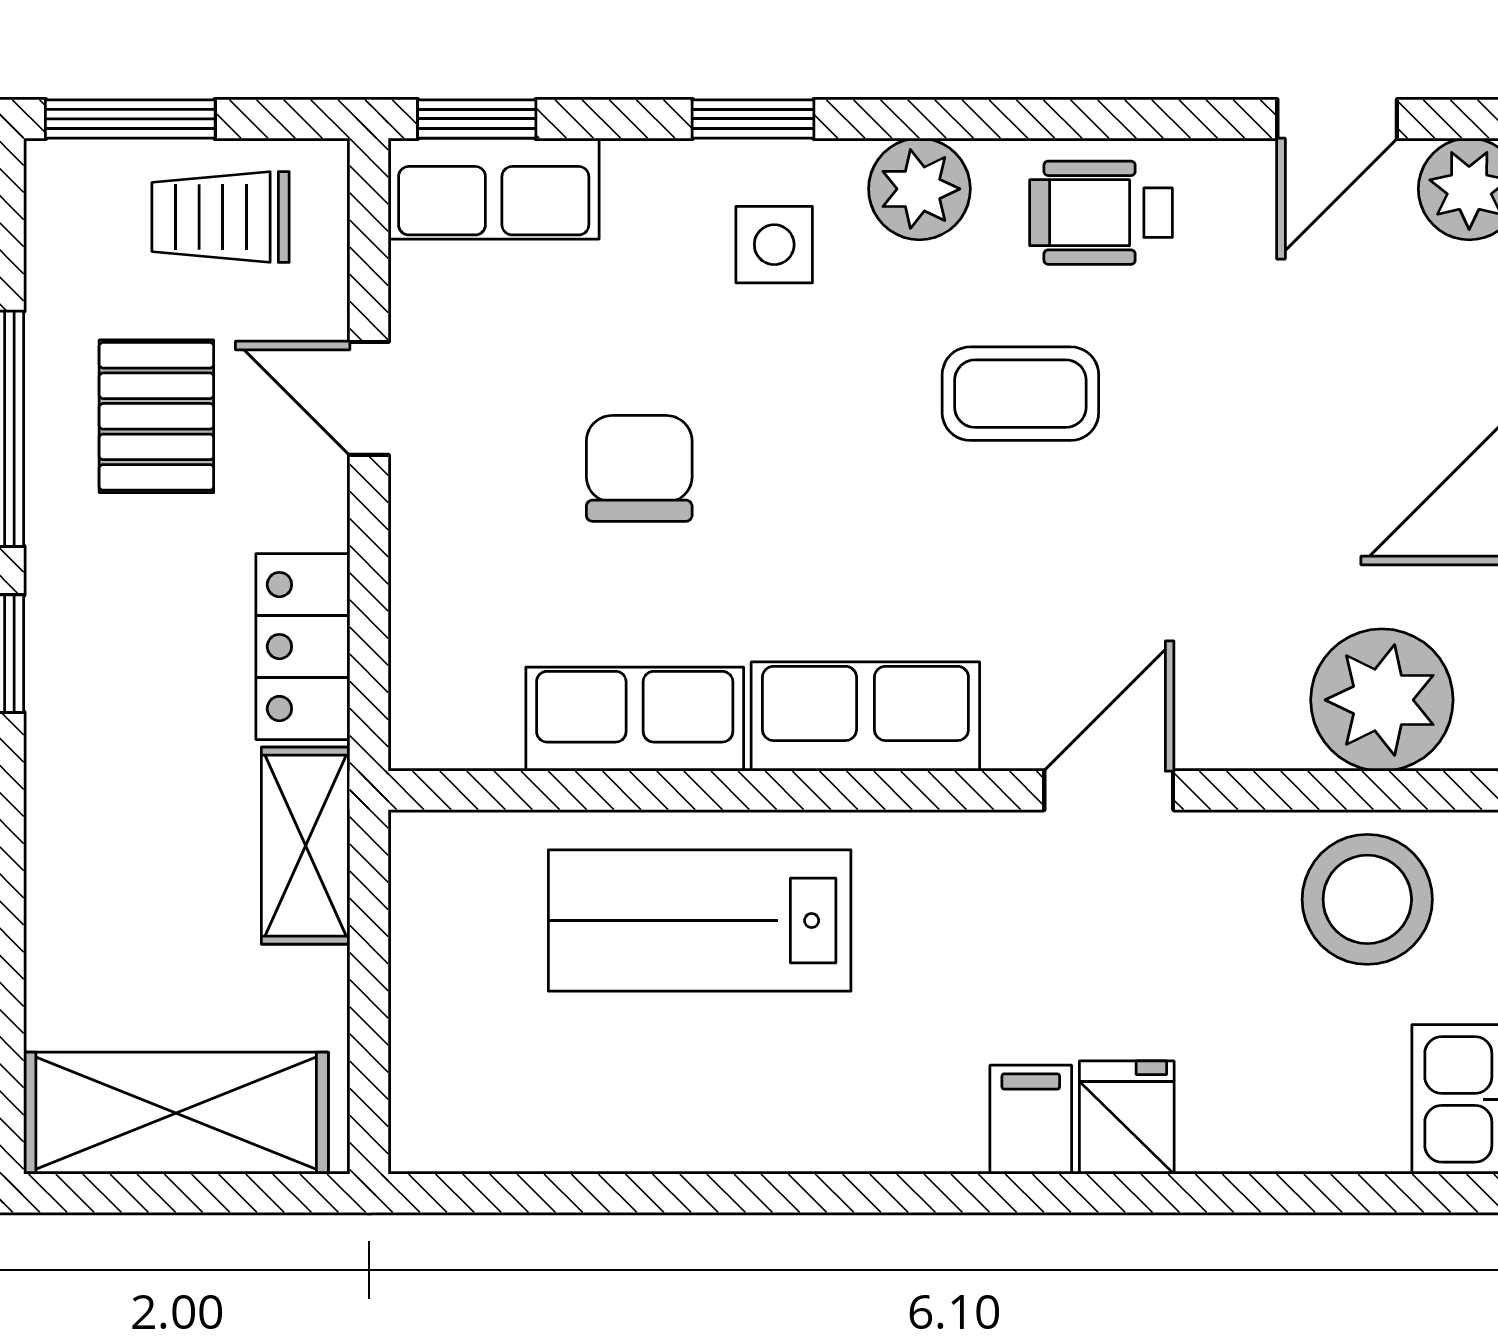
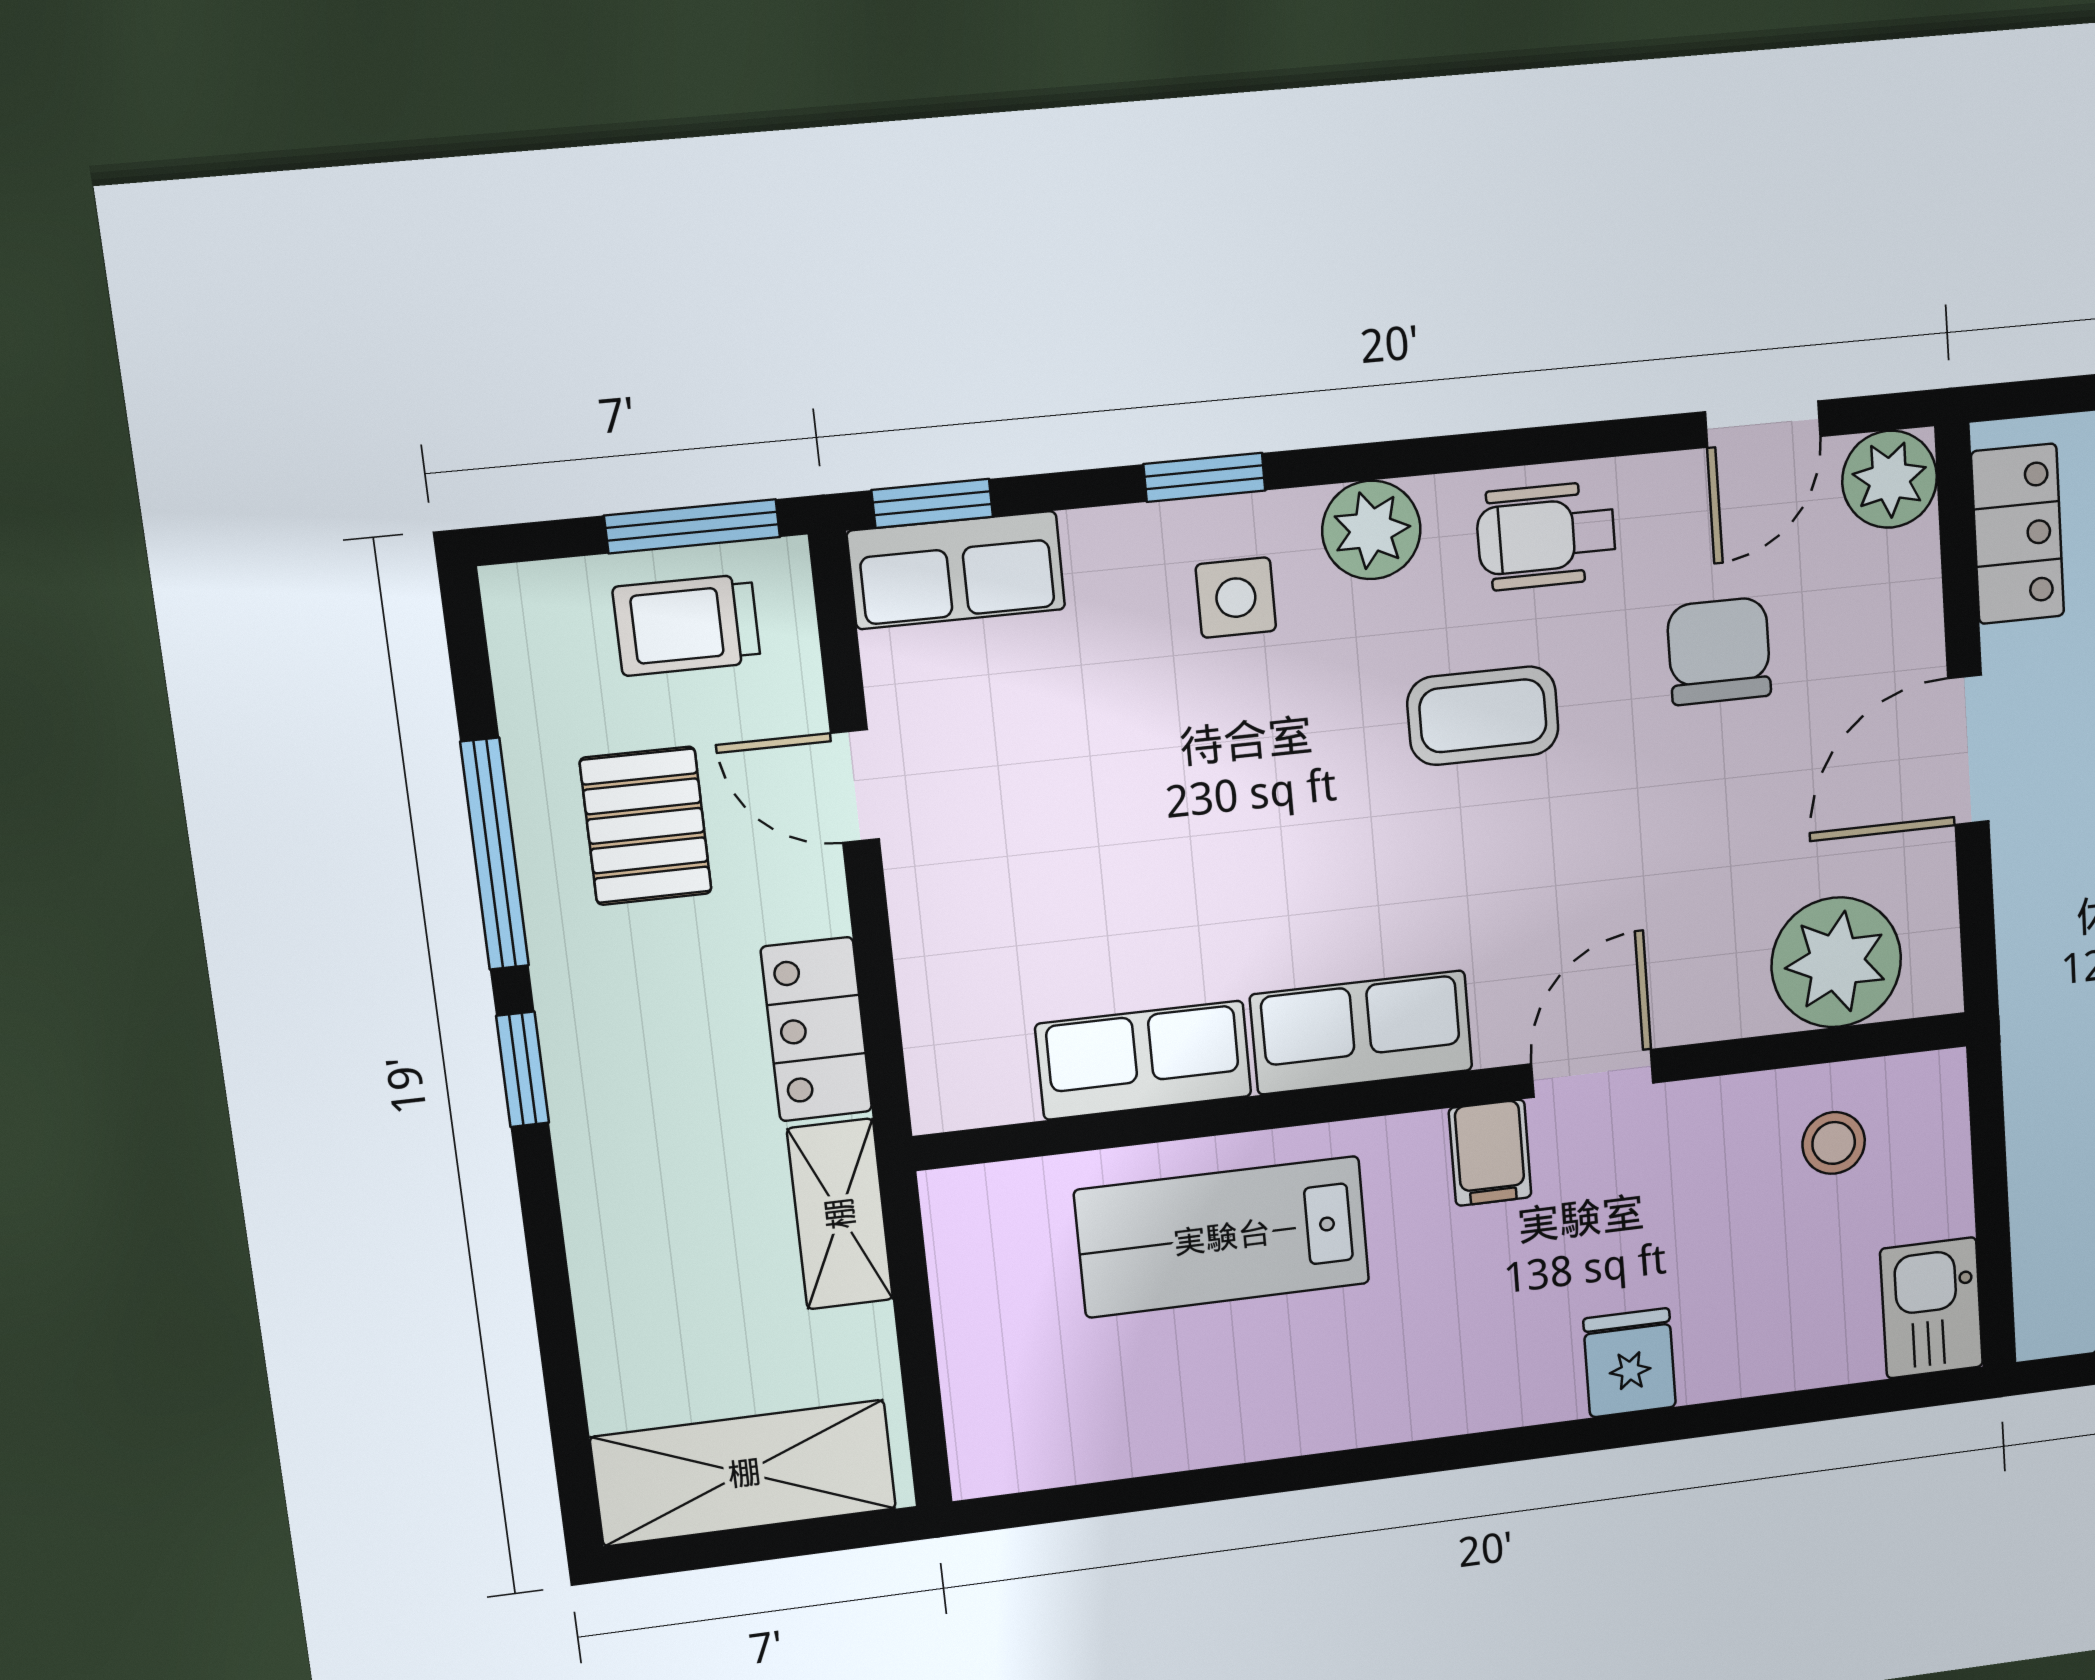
window: (130, 119) -> (692, 526), moved
chair: (639, 468) -> (1719, 651), moved
stool: (1367, 899) -> (1834, 1143), width x0.53, depth x0.53
filing cabinet: (1031, 1120) -> (1490, 1153), moved, turned 180

